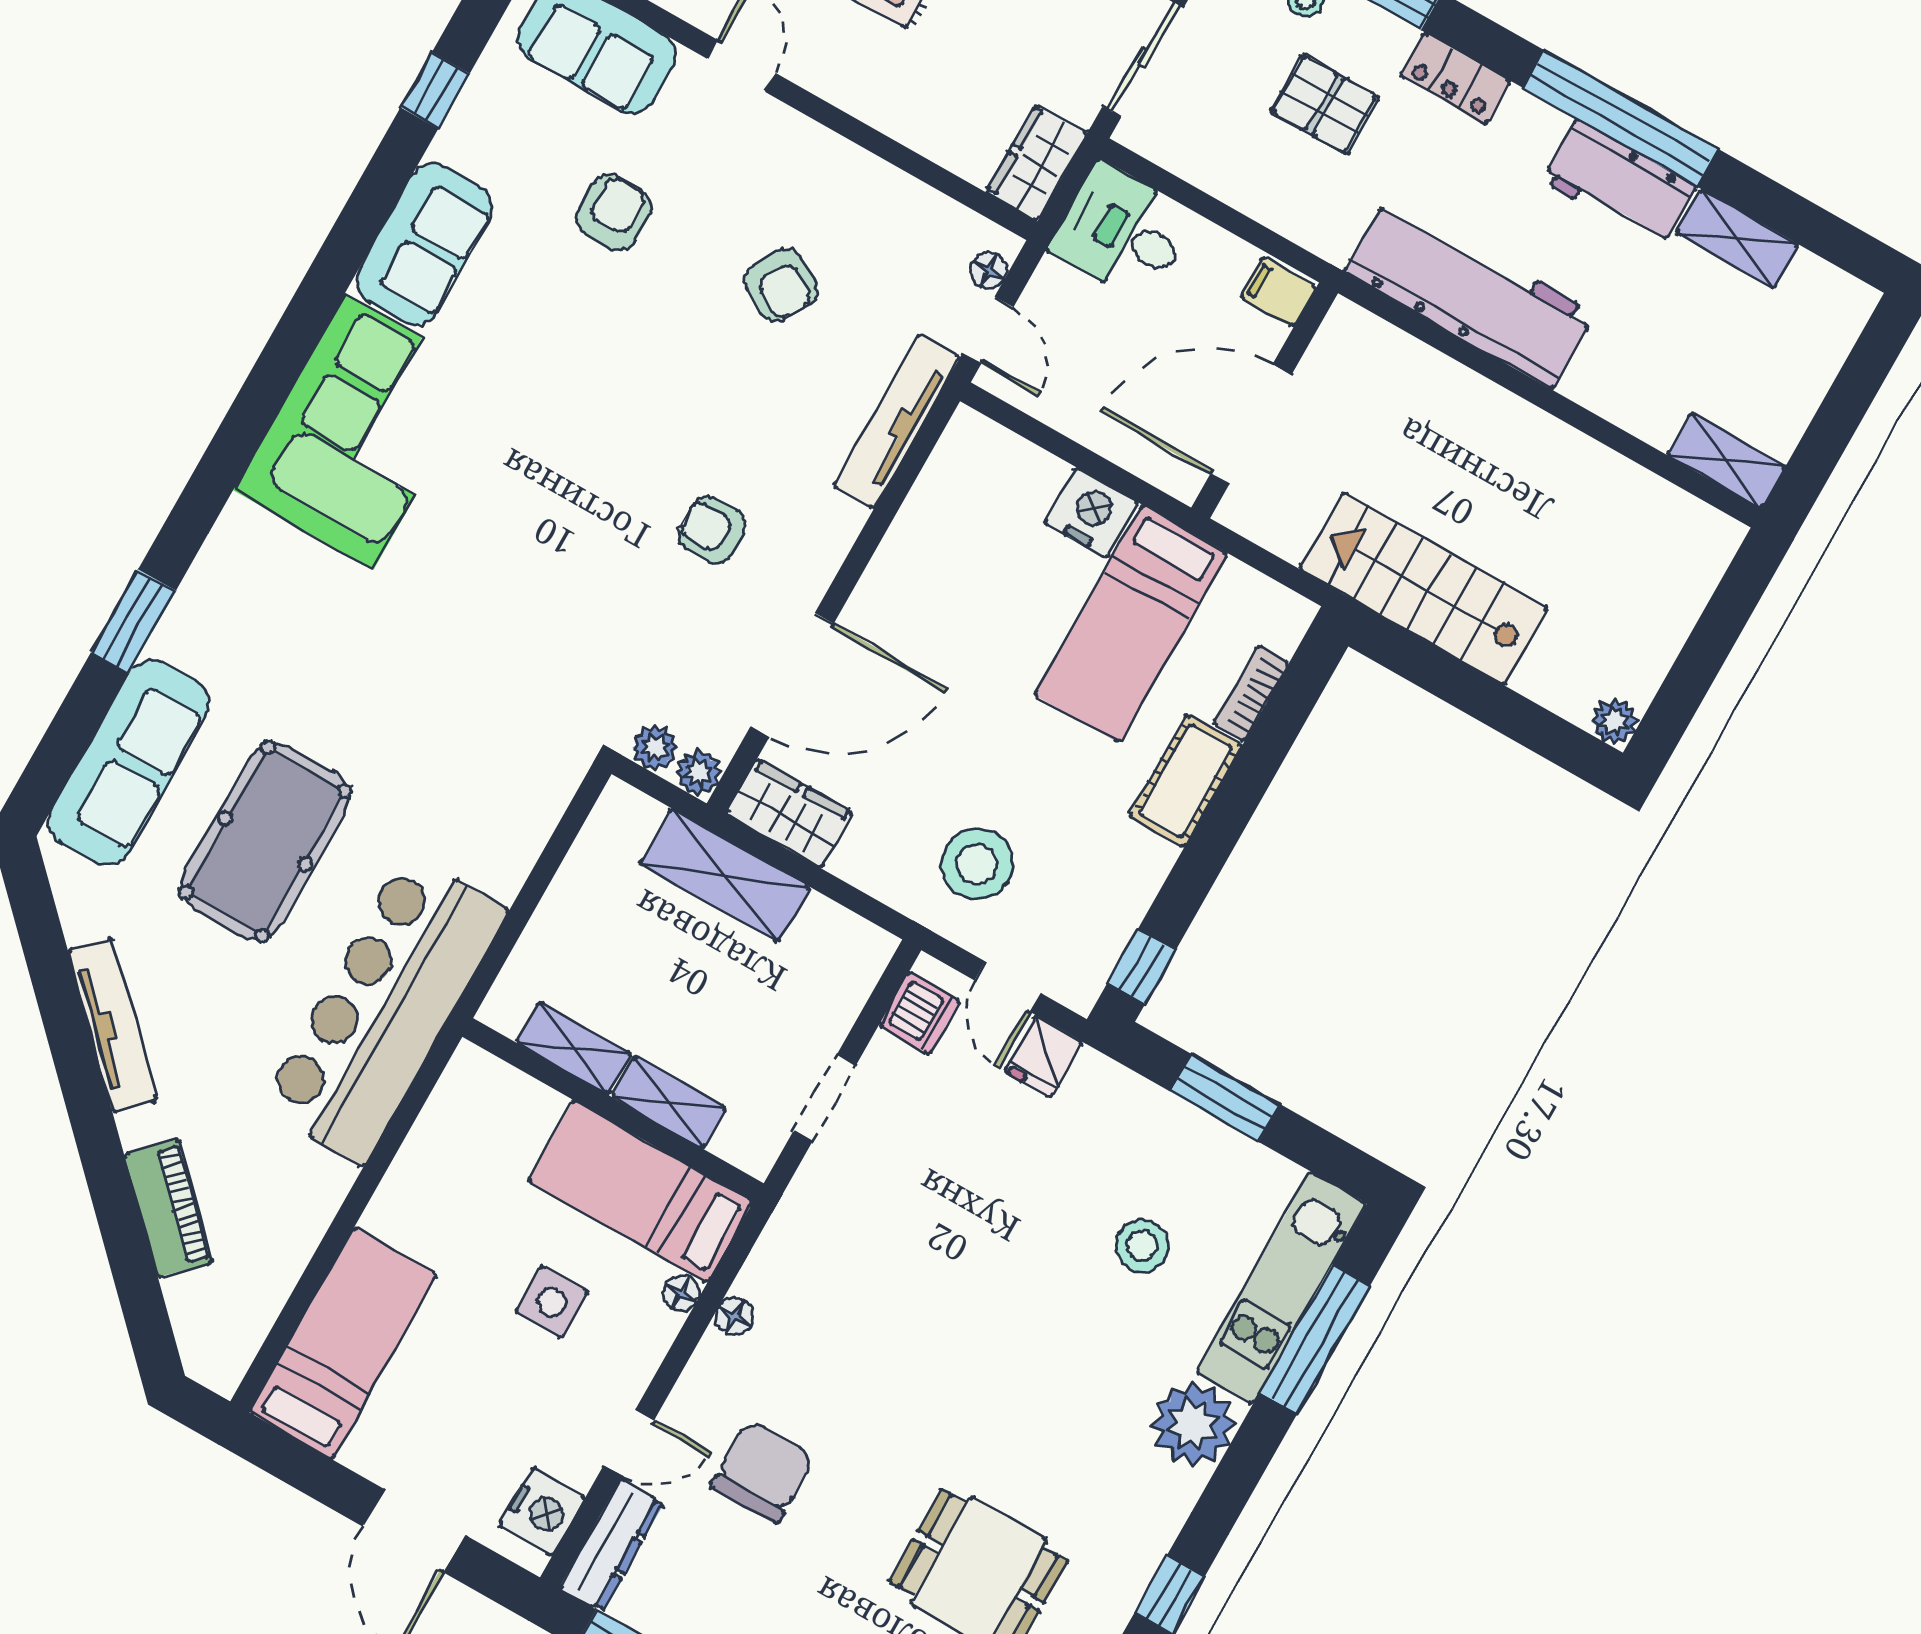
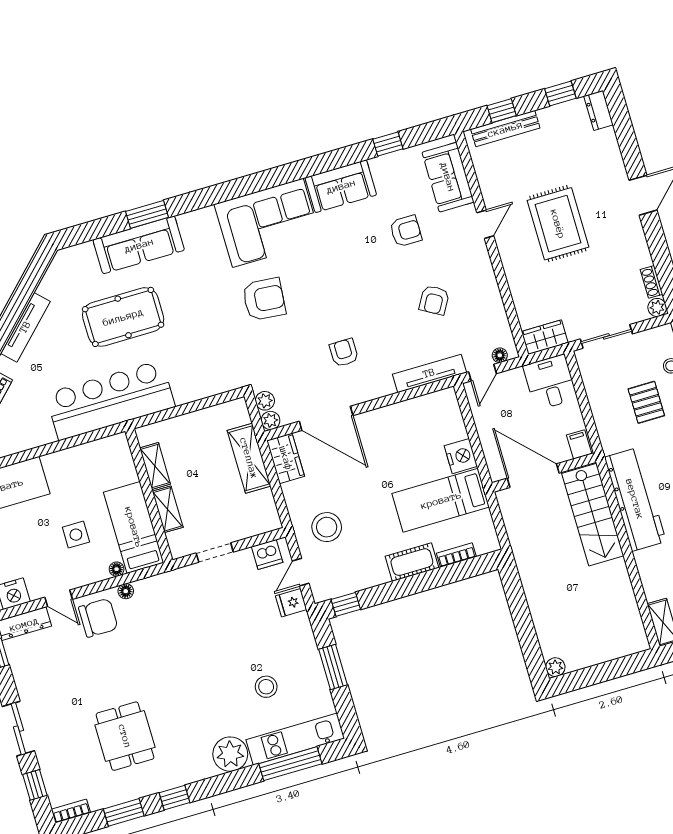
armchair: (481, 572) -> (264, 299), added
stairs: (1424, 589) -> (593, 515), moved, turned 180
sofa: (129, 762) -> (139, 245), moved
chair: (763, 1472) -> (98, 618), moved

